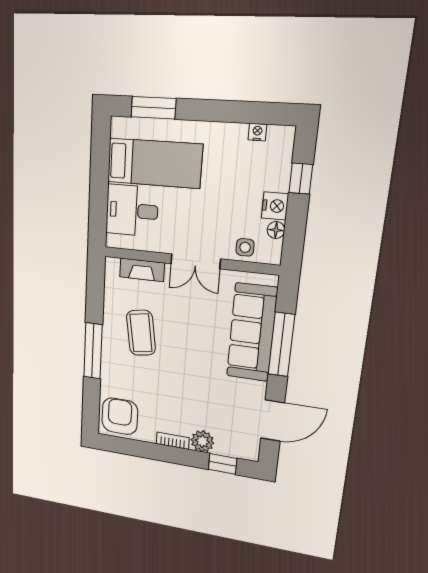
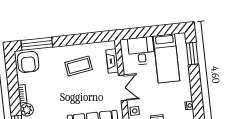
double door: (196, 261) -> (123, 88), swing flipped
window: (93, 351) -> (37, 44), moved
armchair: (120, 416) -> (28, 62), turned 90

